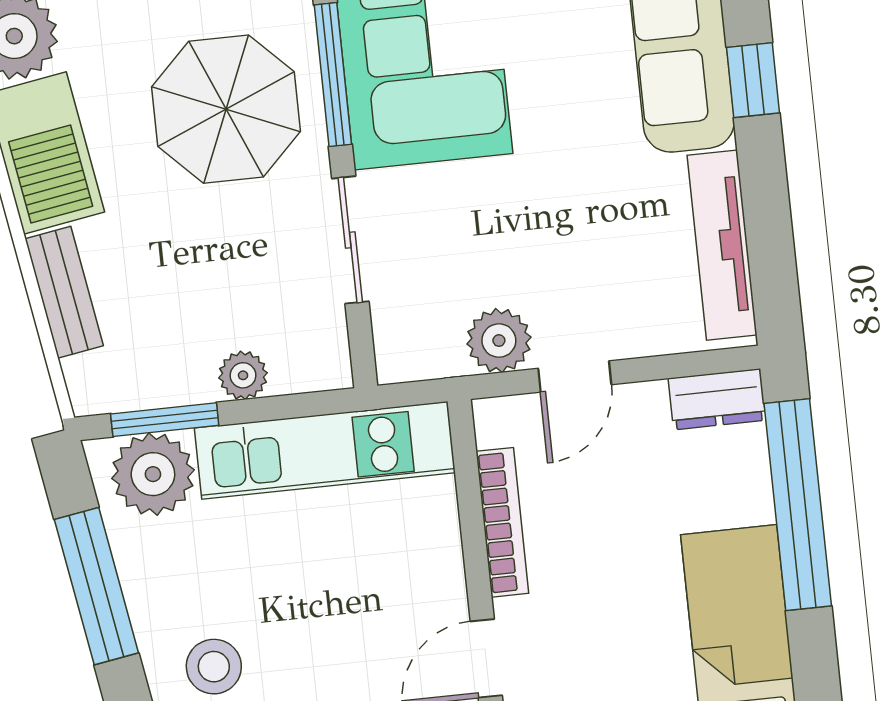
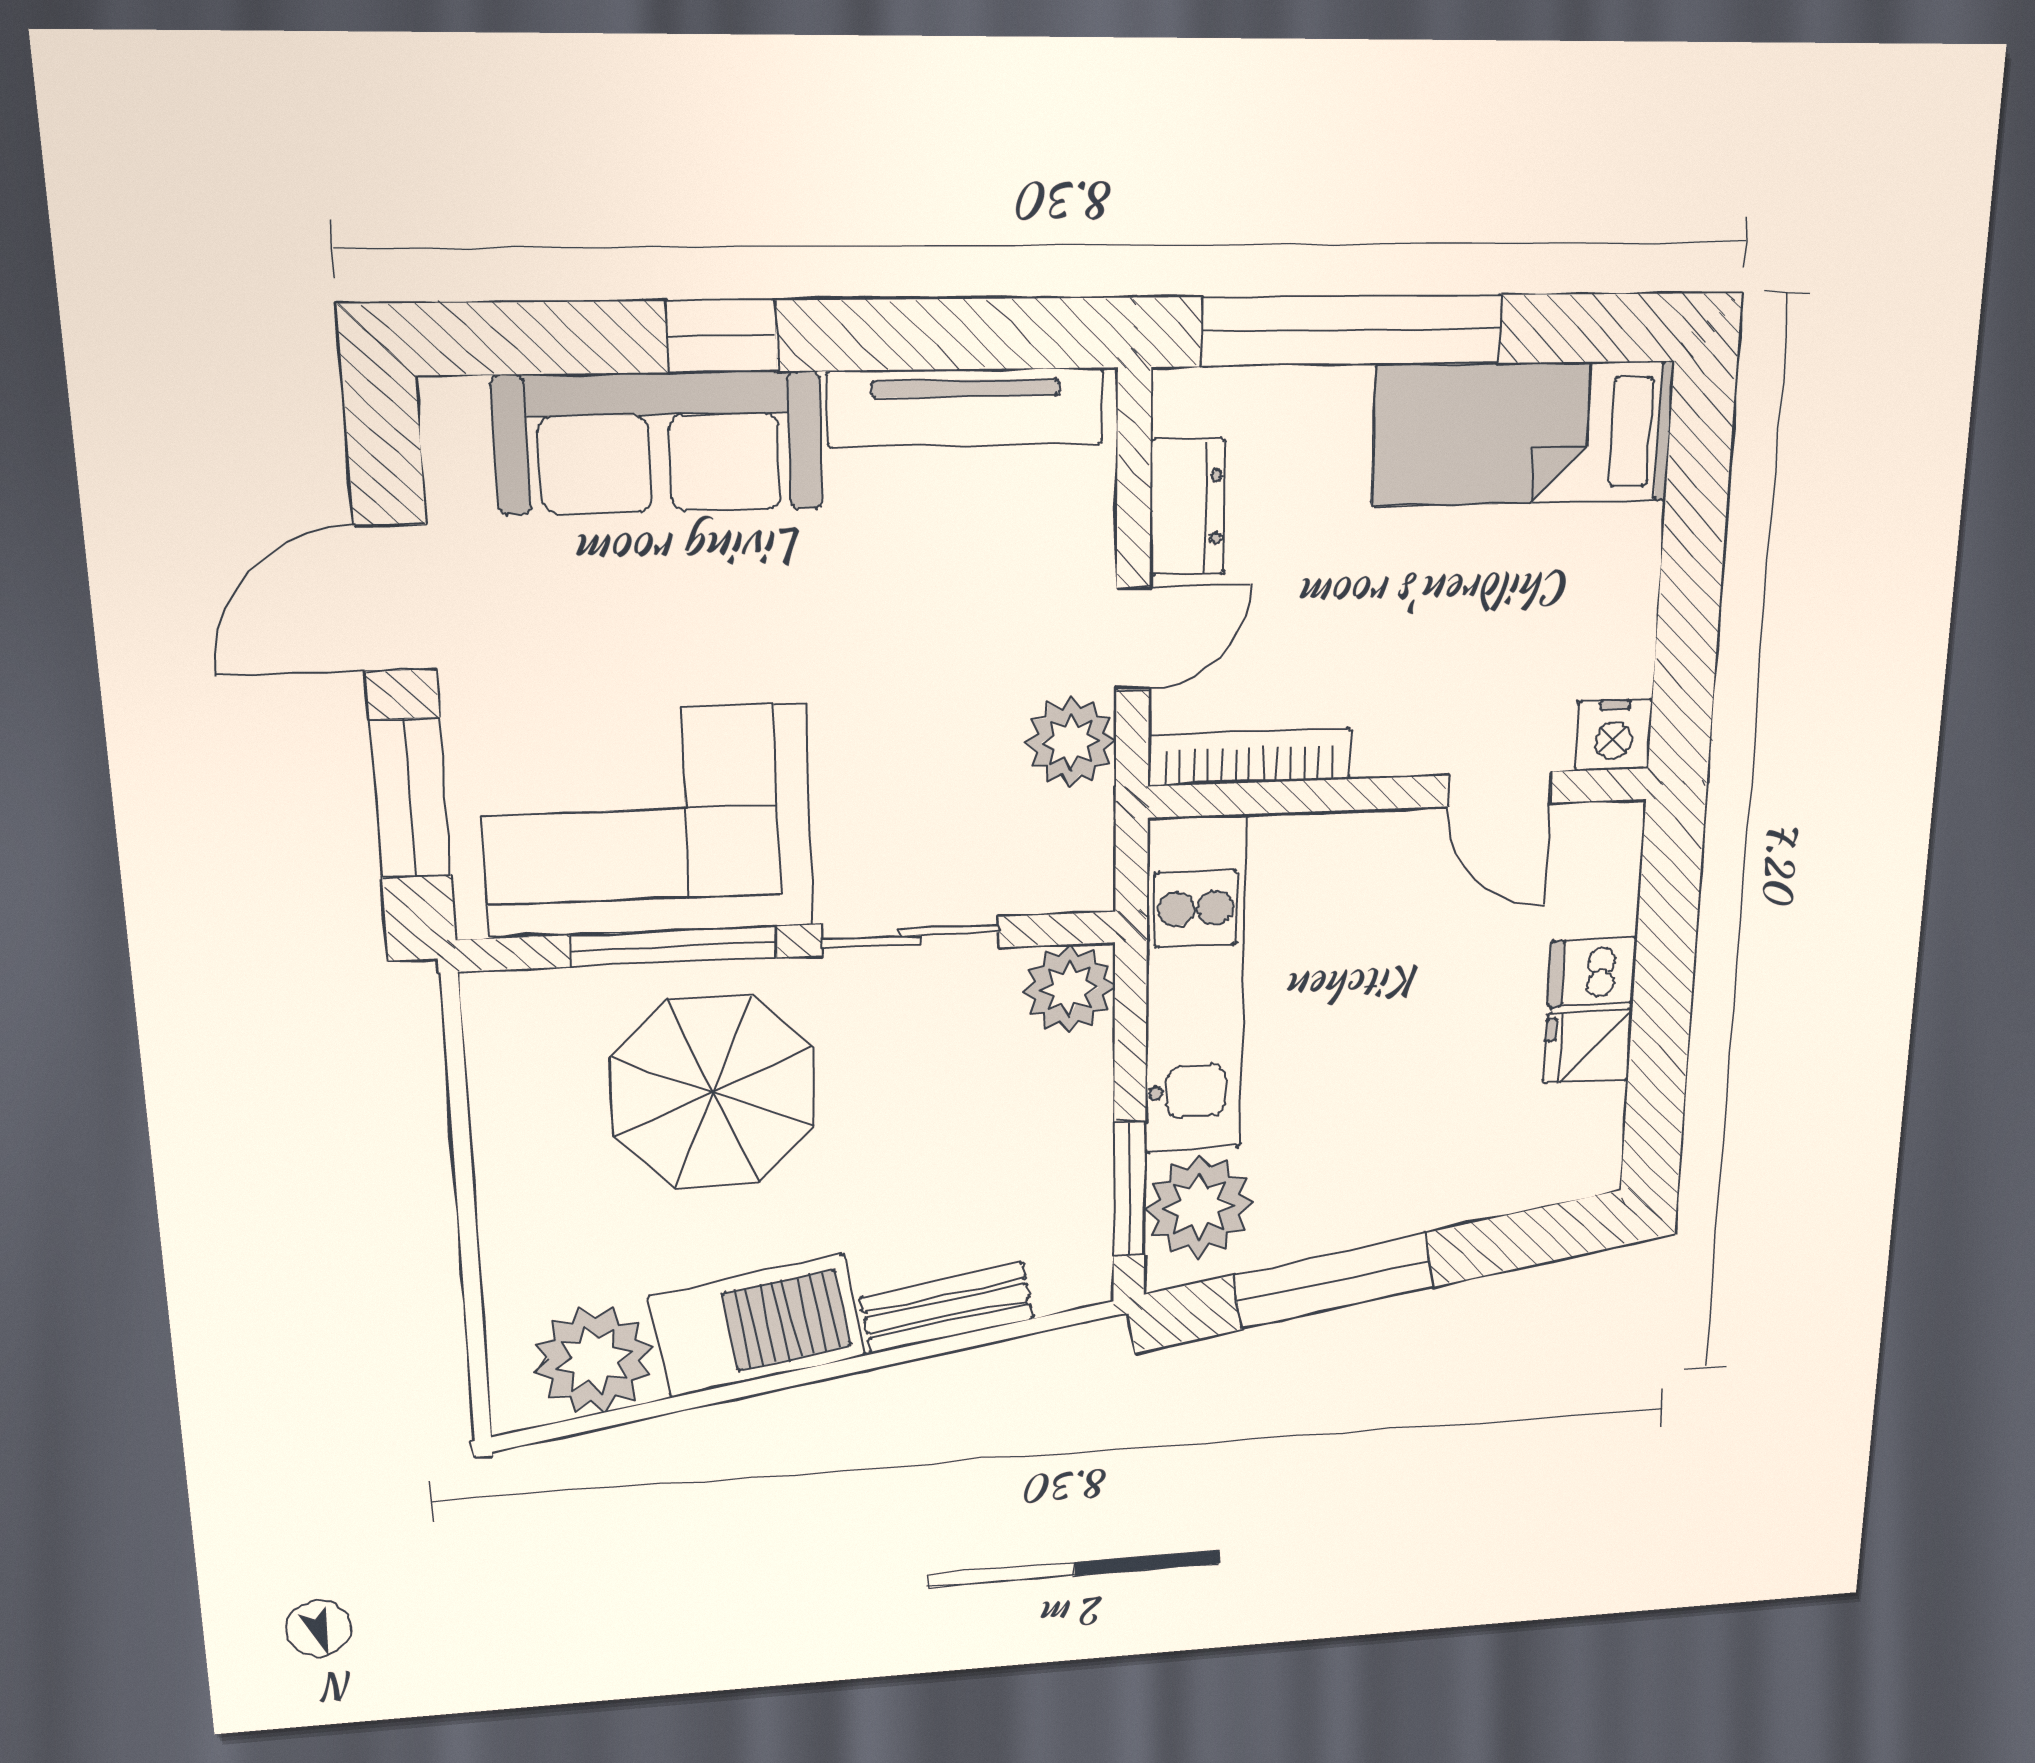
plant: (243, 375) -> (1069, 989), moved, width x1.38, depth x1.38
door: (575, 377) -> (1133, 639), hinge flipped
dresser: (717, 399) -> (1187, 507), moved
bookcase: (502, 522) -> (1250, 757), moved
stool: (214, 667) -> (1457, 1141), removed

